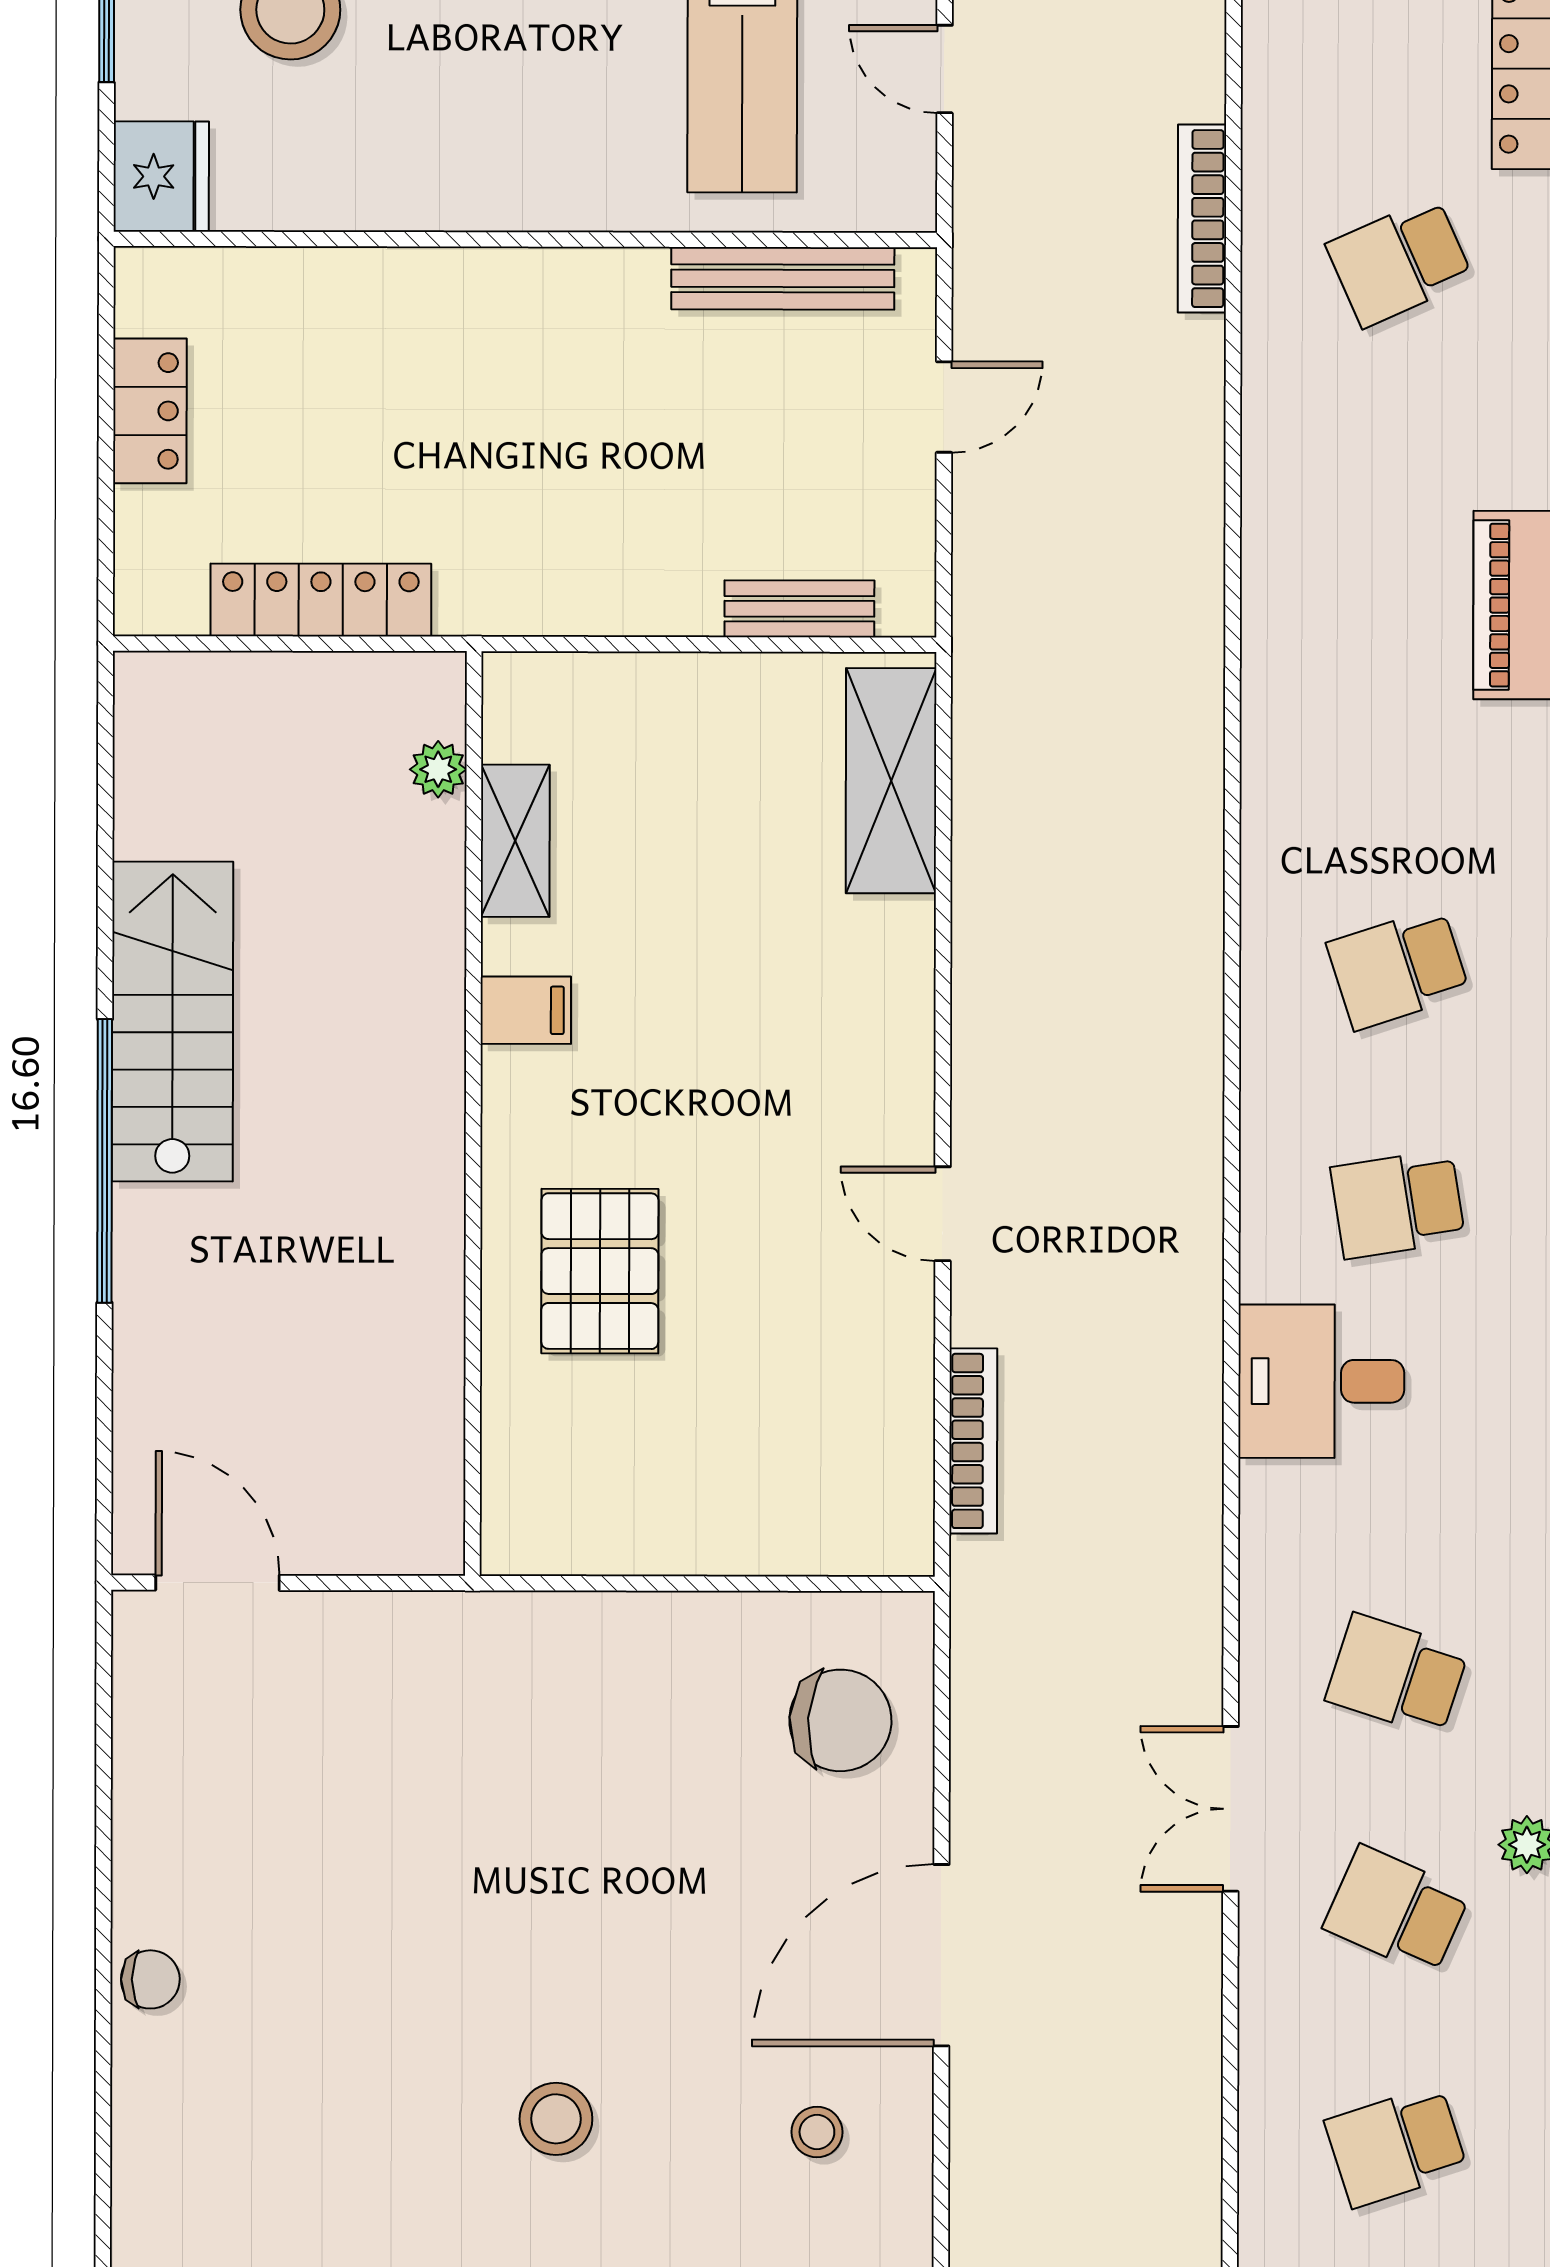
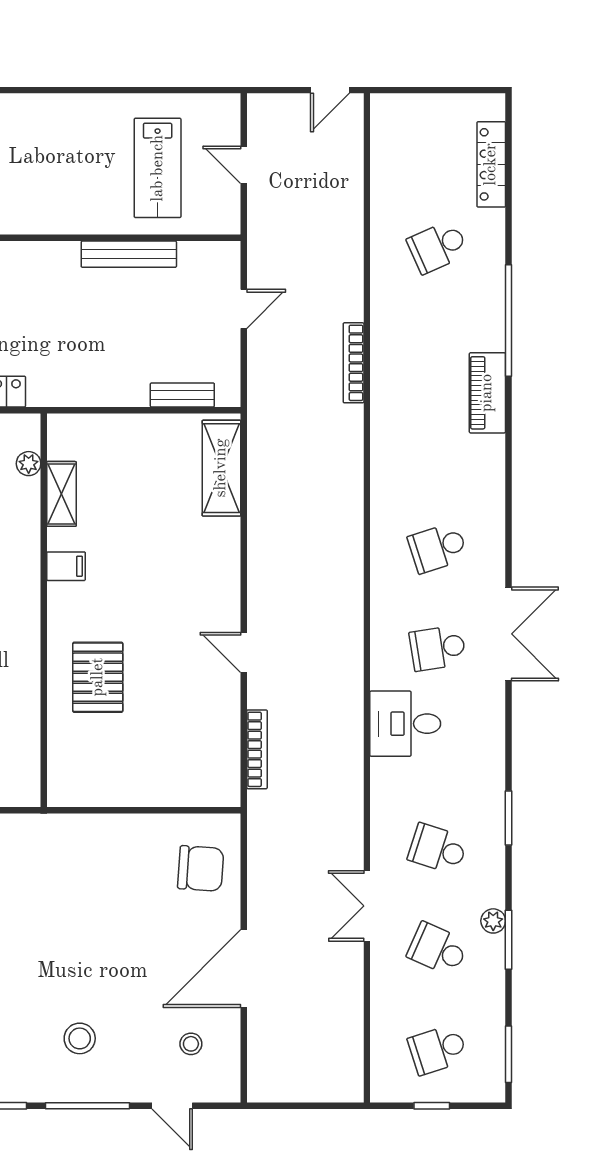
bookcase: (1202, 219) -> (354, 363), moved
bench: (783, 278) -> (129, 254), moved

